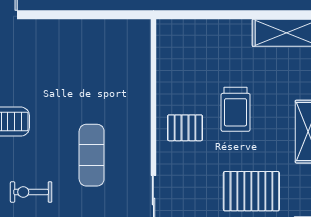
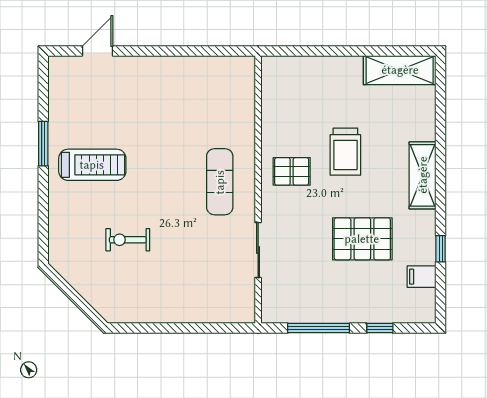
exercise mat: (92, 155) -> (220, 182), moved

